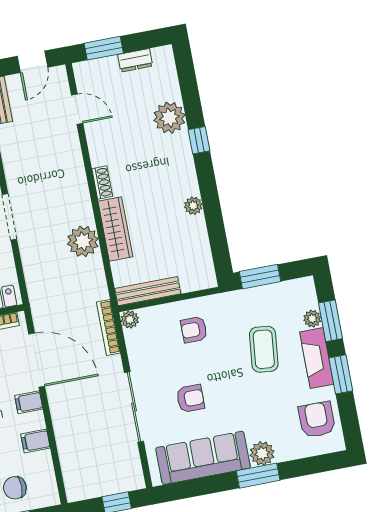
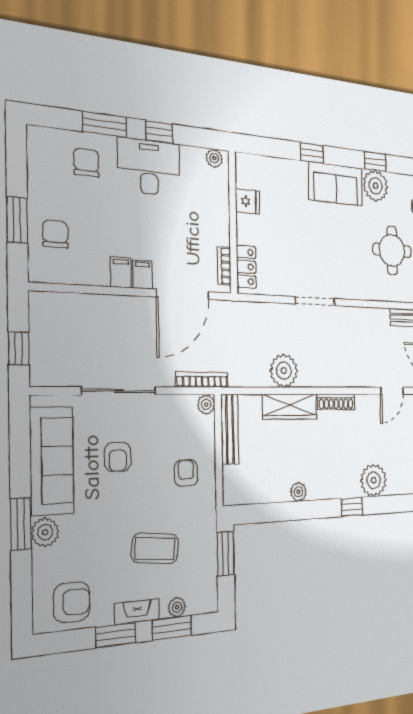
shoe rack: (102, 183) -> (336, 402), width x1.43
fireplace: (317, 358) -> (137, 612), width x0.73, depth x0.76
filing cabinet: (35, 441) -> (121, 272), moved

